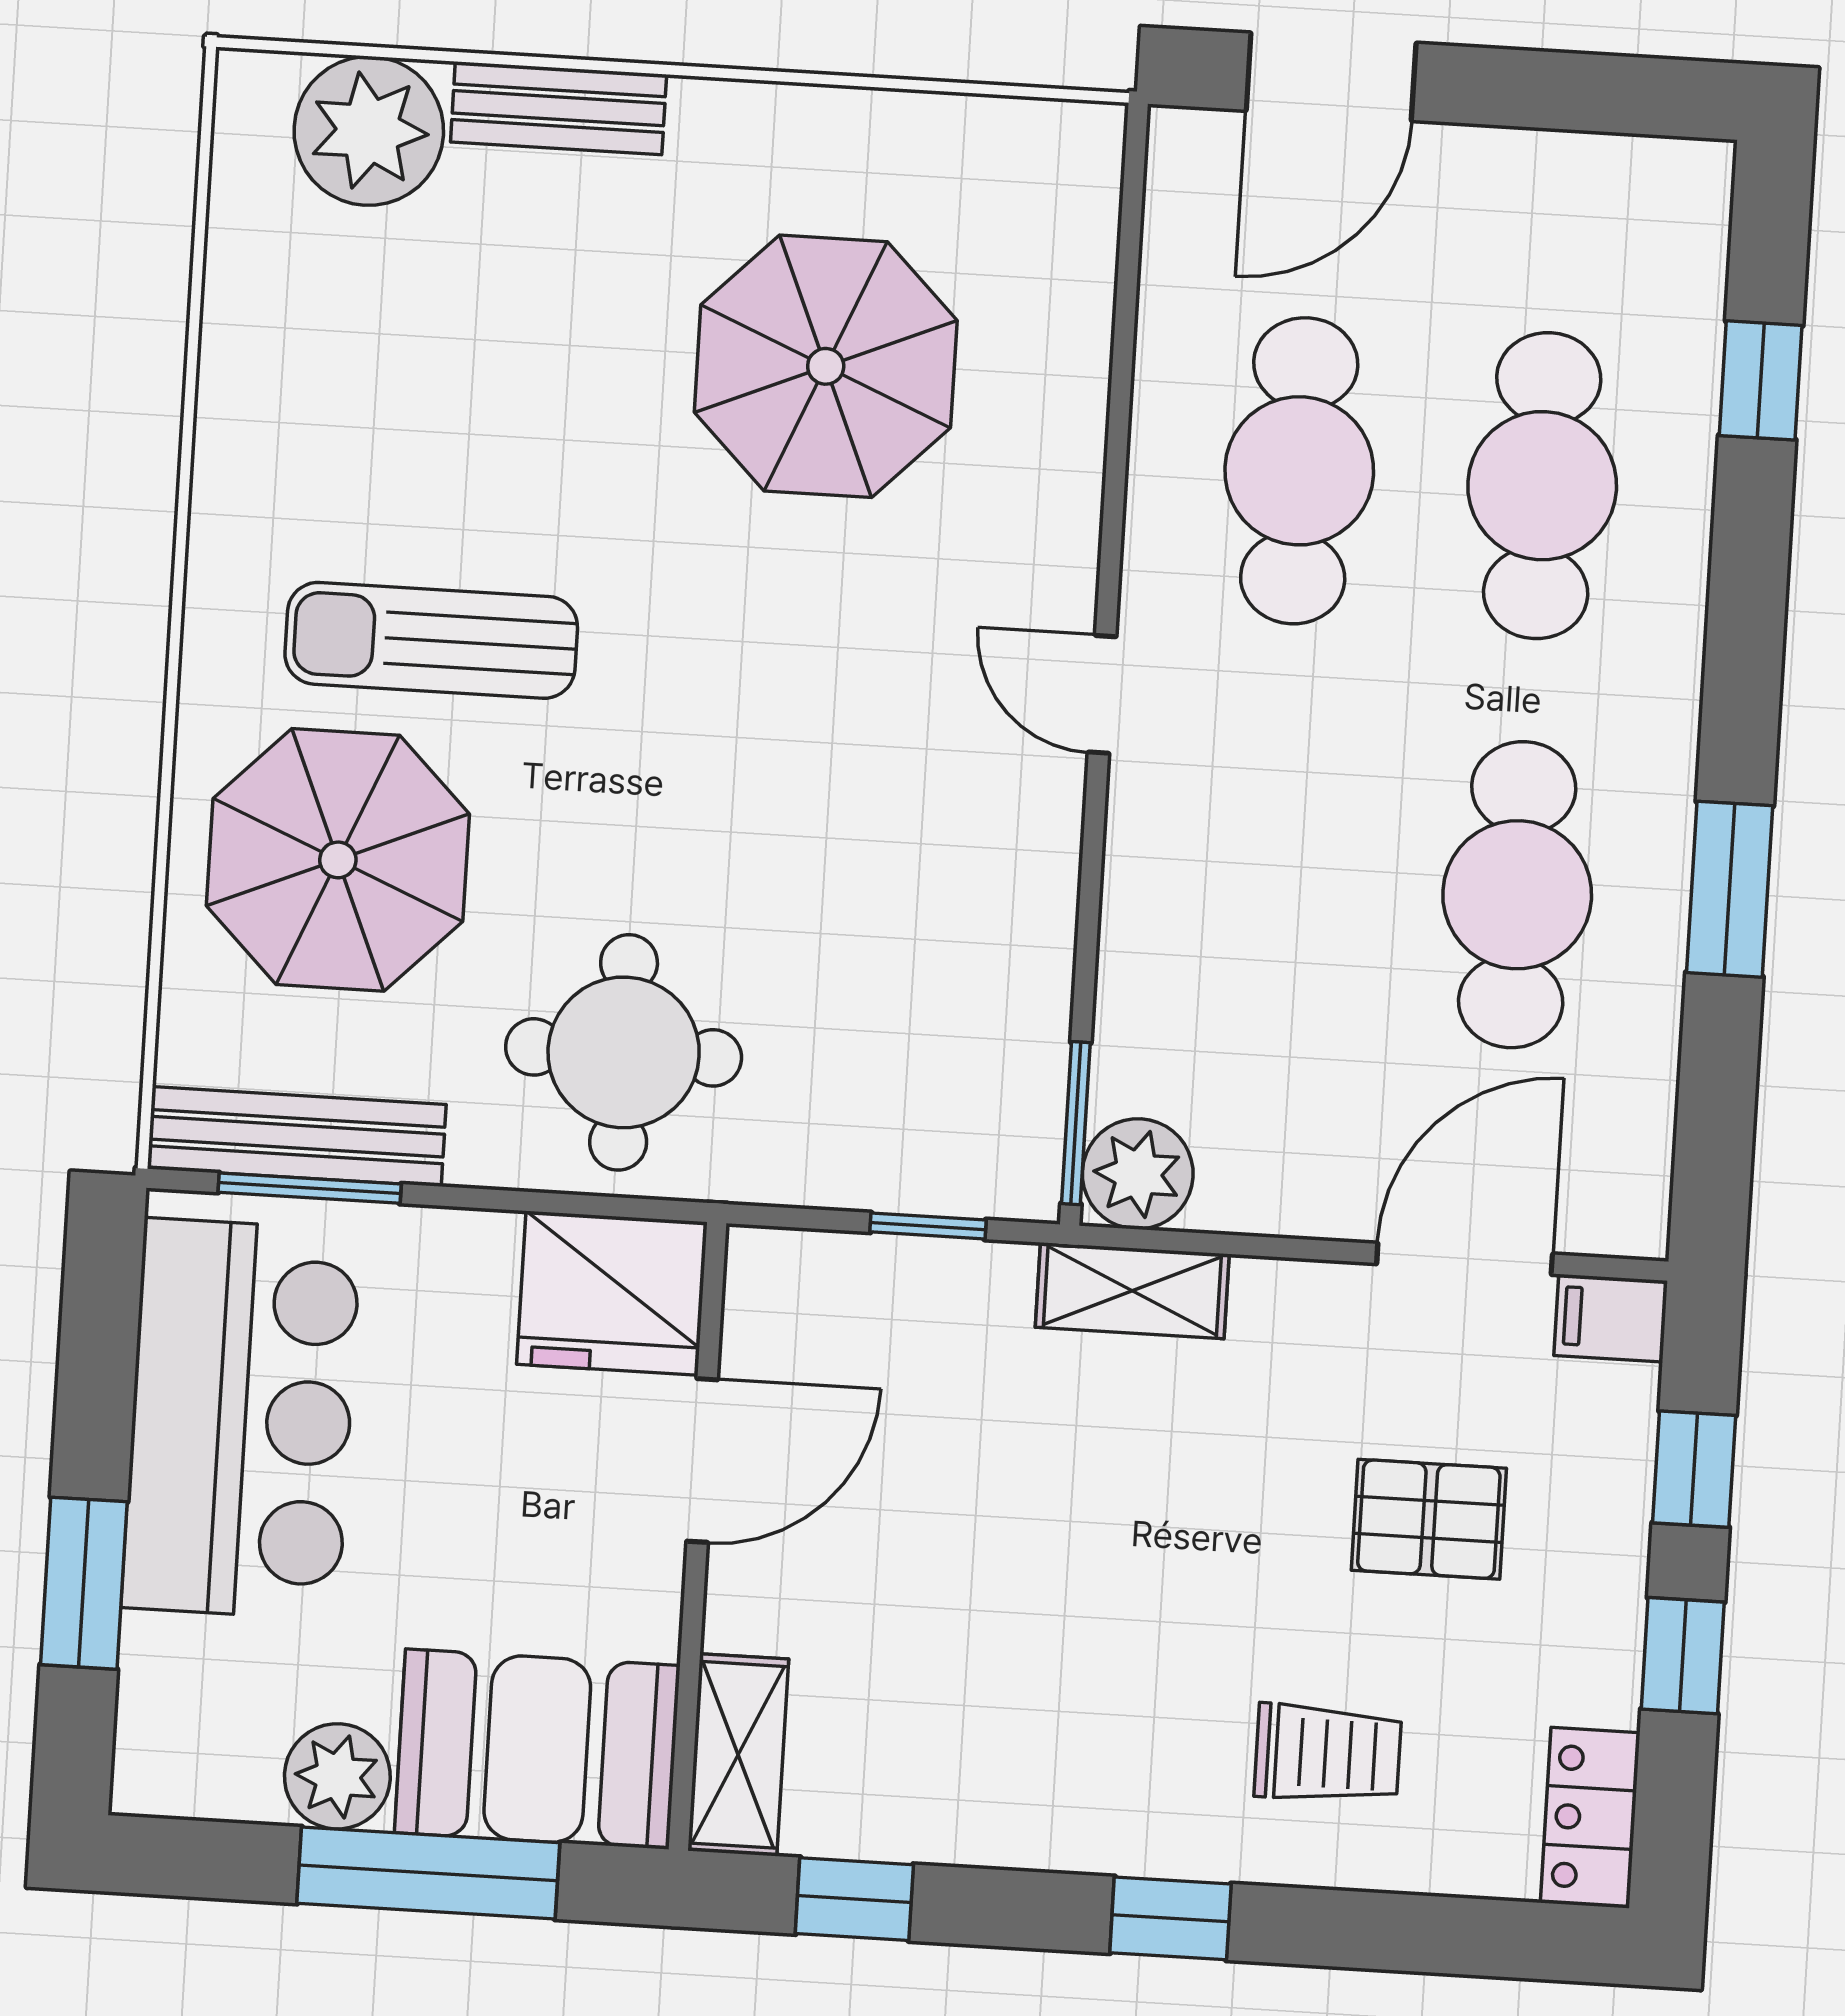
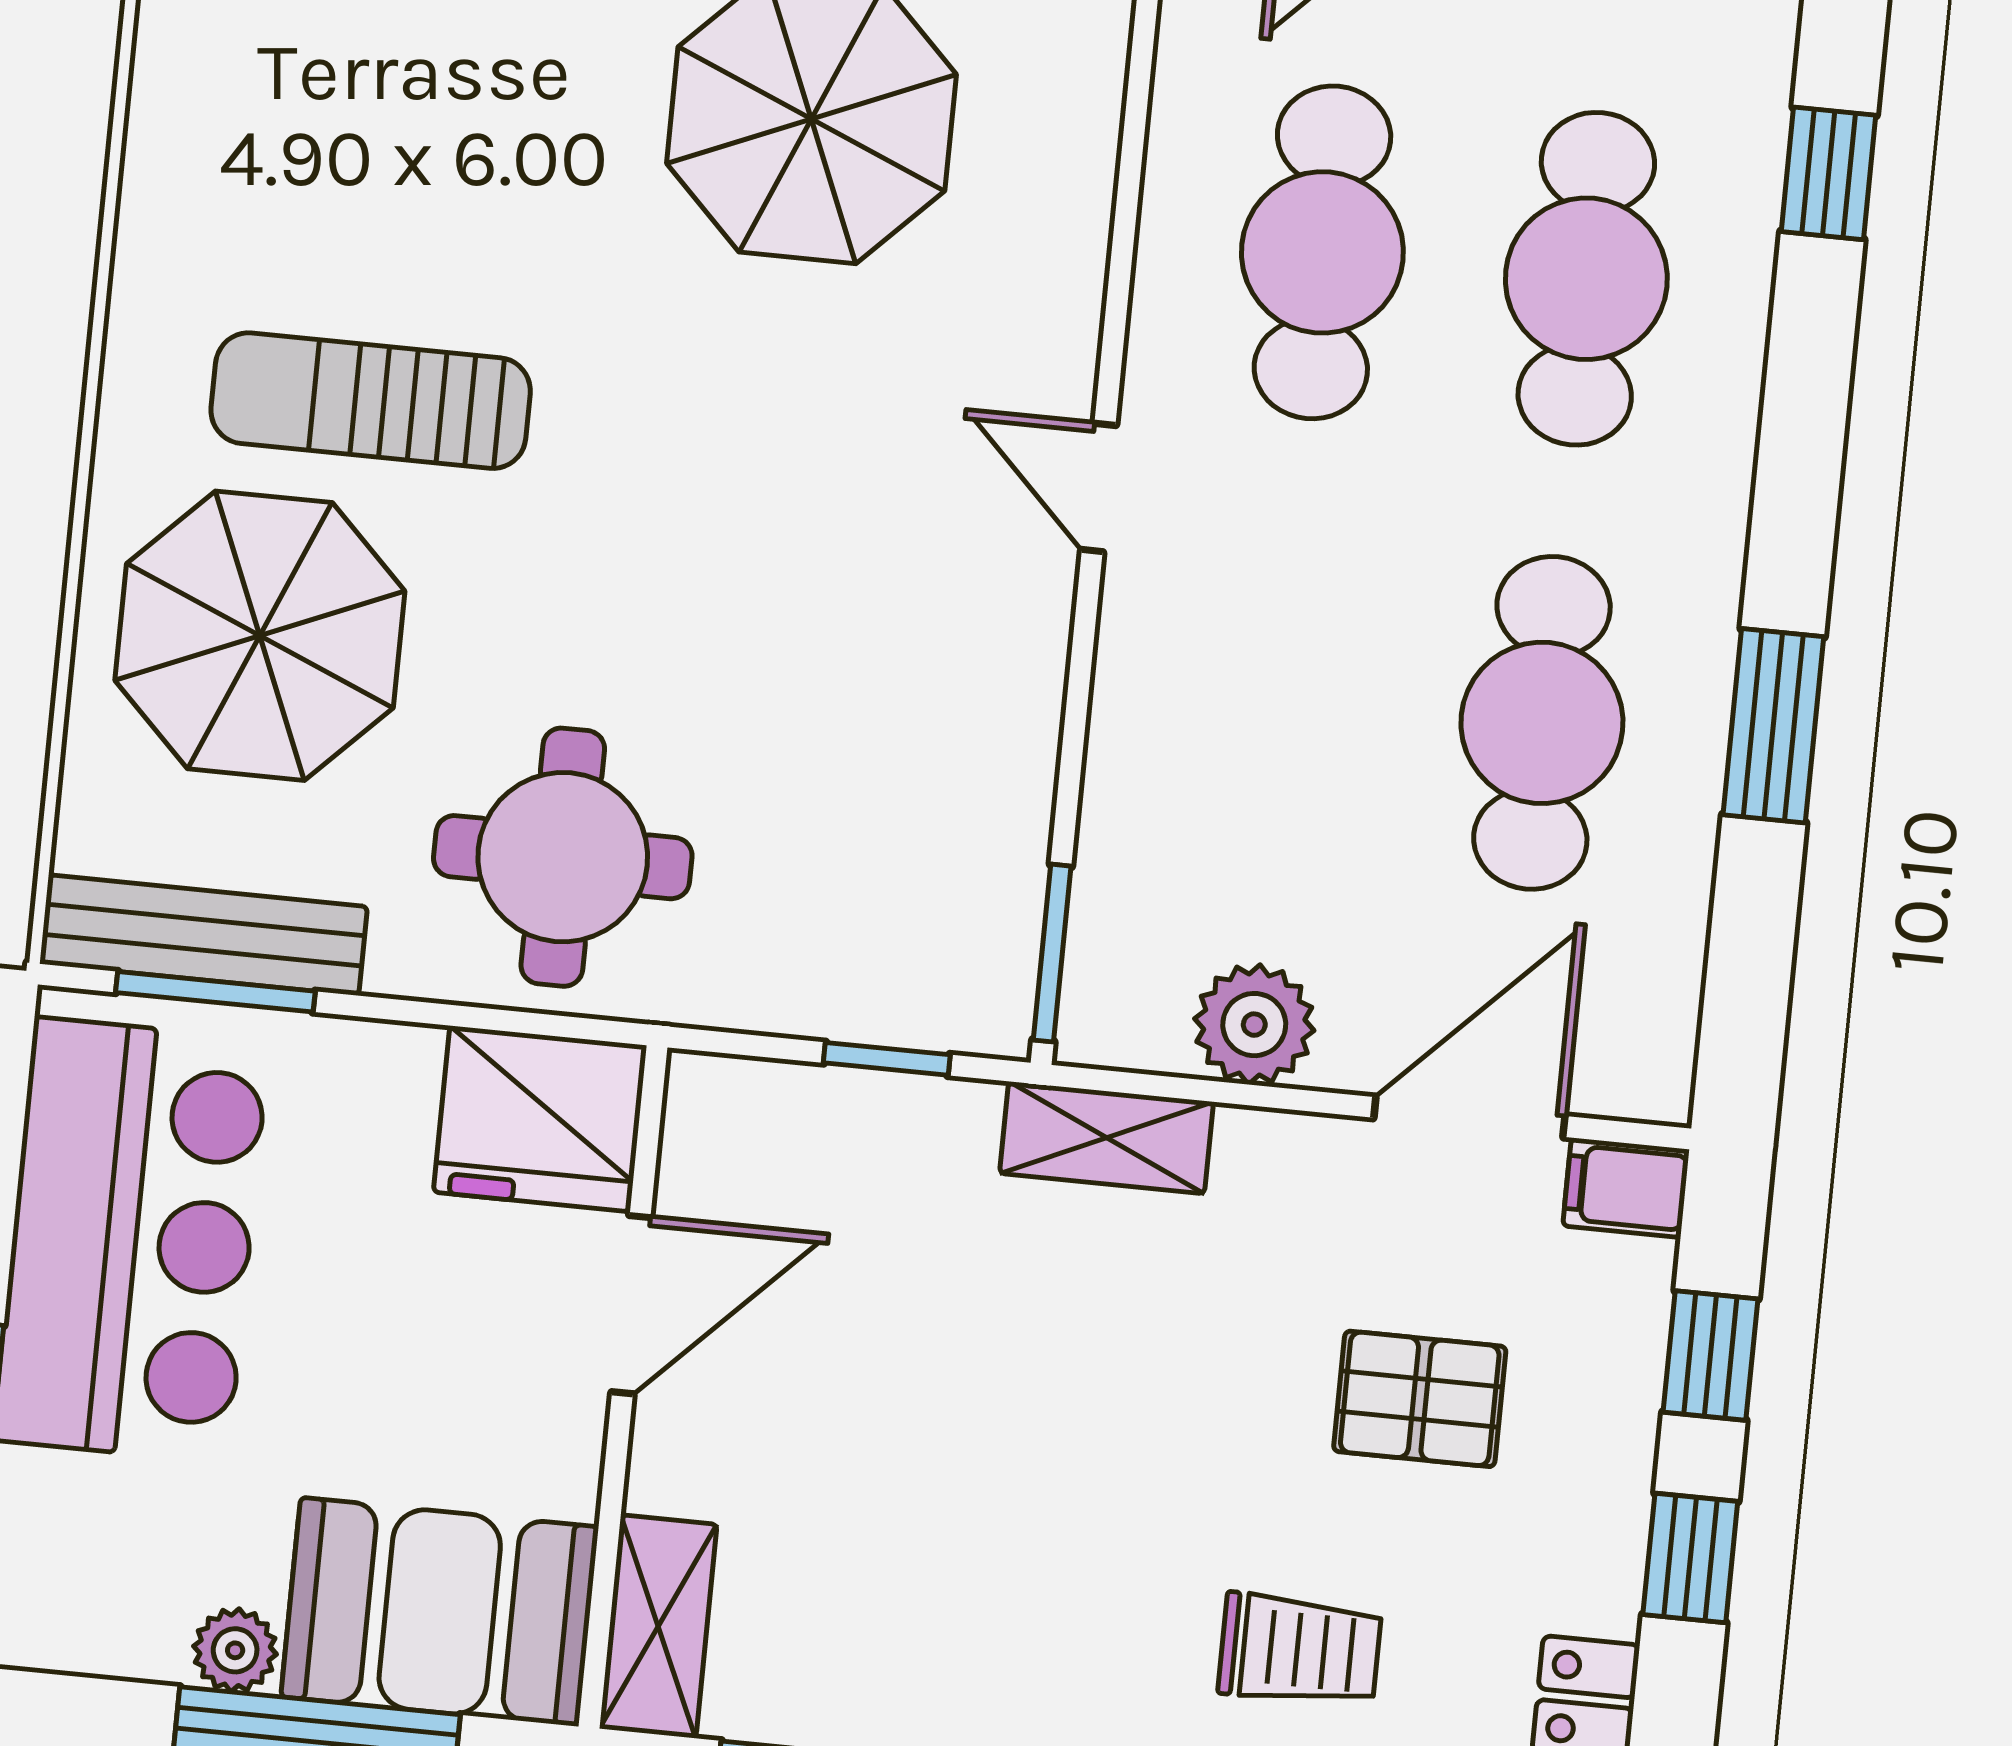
plant: (1138, 1174) -> (1254, 1025), moved
plant: (337, 1776) -> (235, 1650), width x0.73, depth x0.73

